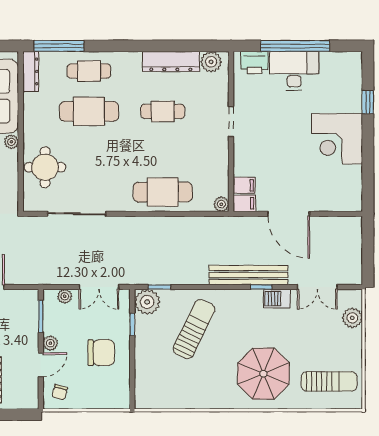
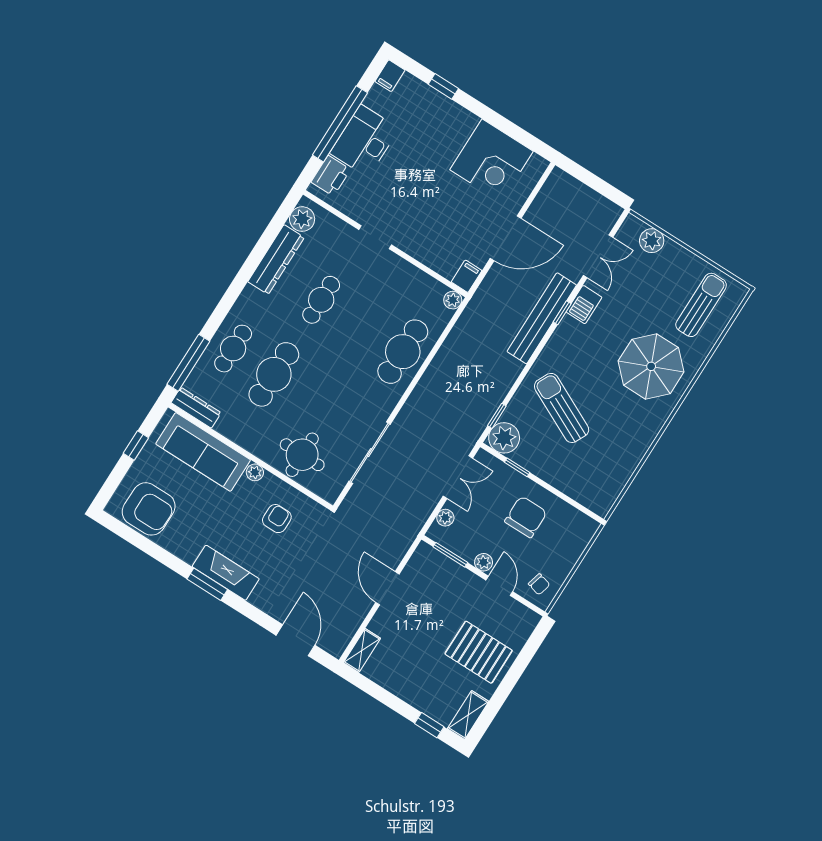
corner desk: (337, 139) -> (491, 161), moved
filing cabinet: (244, 185) -> (390, 76), moved, turned 180

